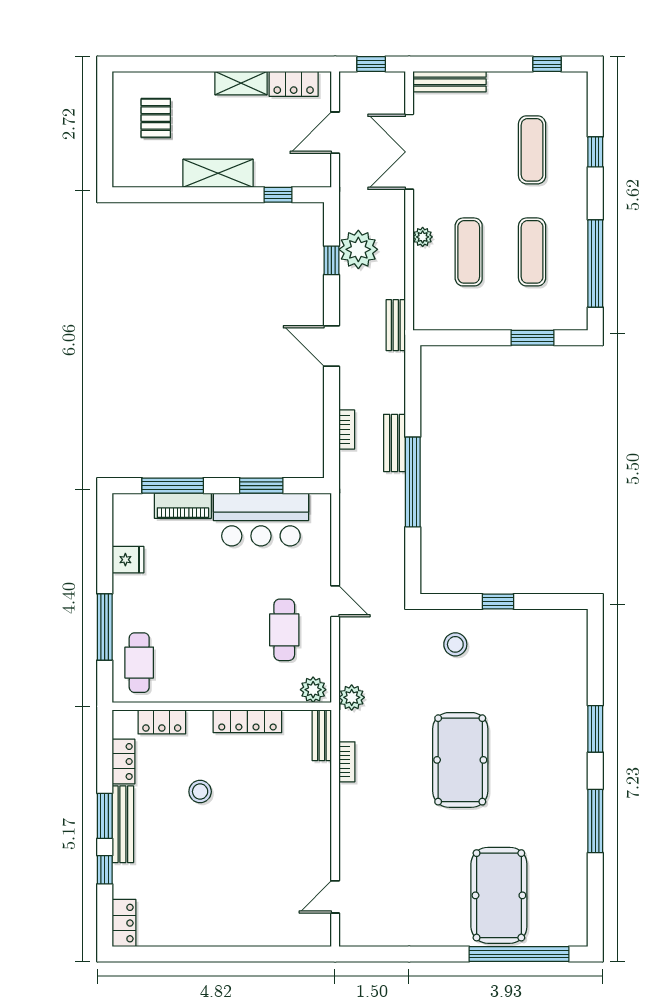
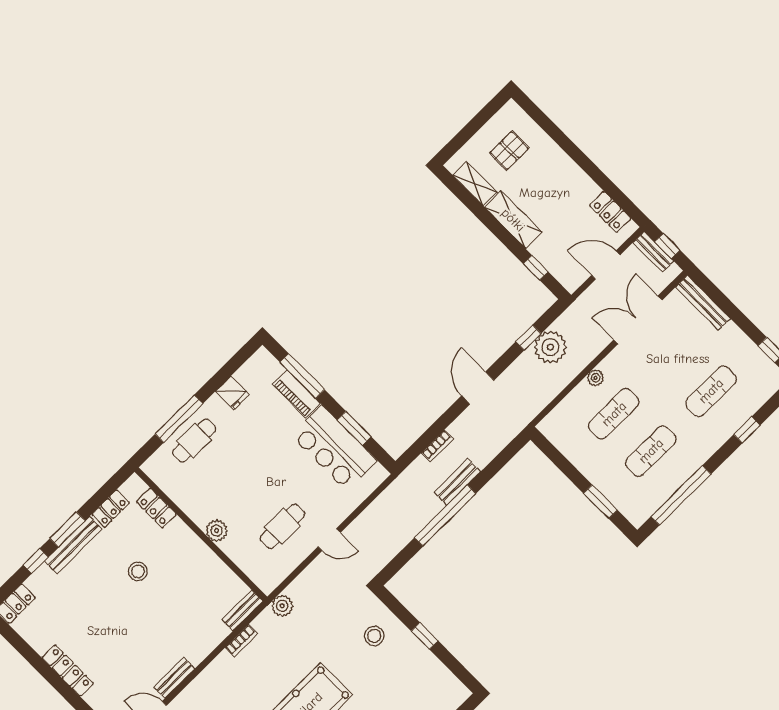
shelving: (241, 83) -> (475, 184), moved
bench: (396, 325) -> (653, 252), moved, turned 90
door: (335, 601) -> (329, 540), hinge flipped
cafe table: (139, 663) -> (194, 441), moved
plant: (313, 690) -> (217, 531), moved
locker: (247, 721) -> (68, 671), moved, turned 180
bench: (322, 850) -> (174, 678), added

